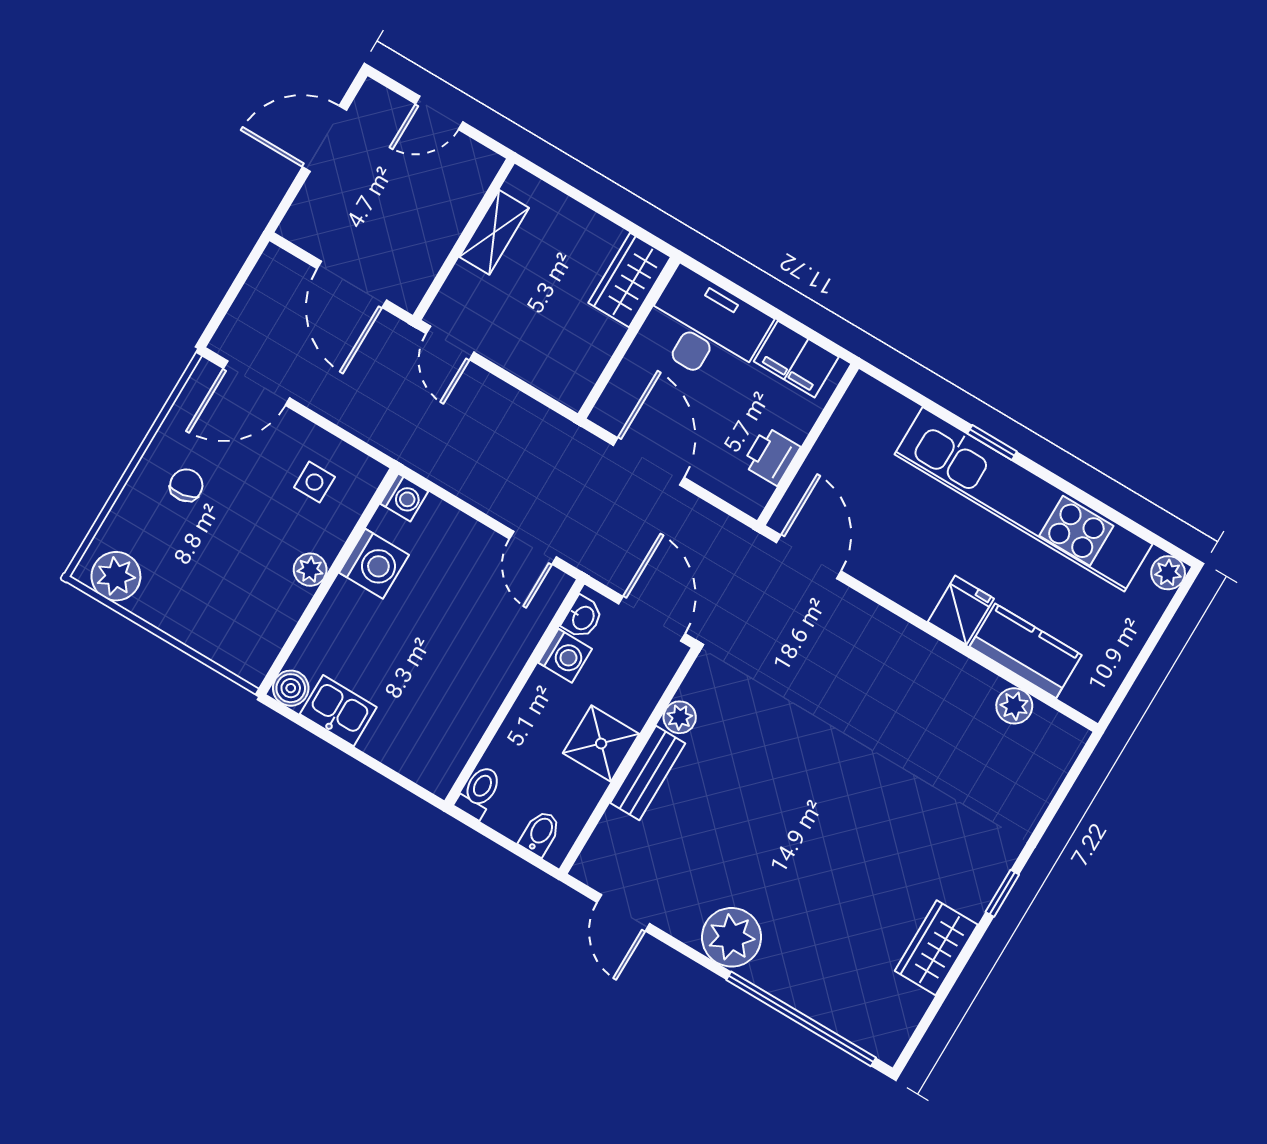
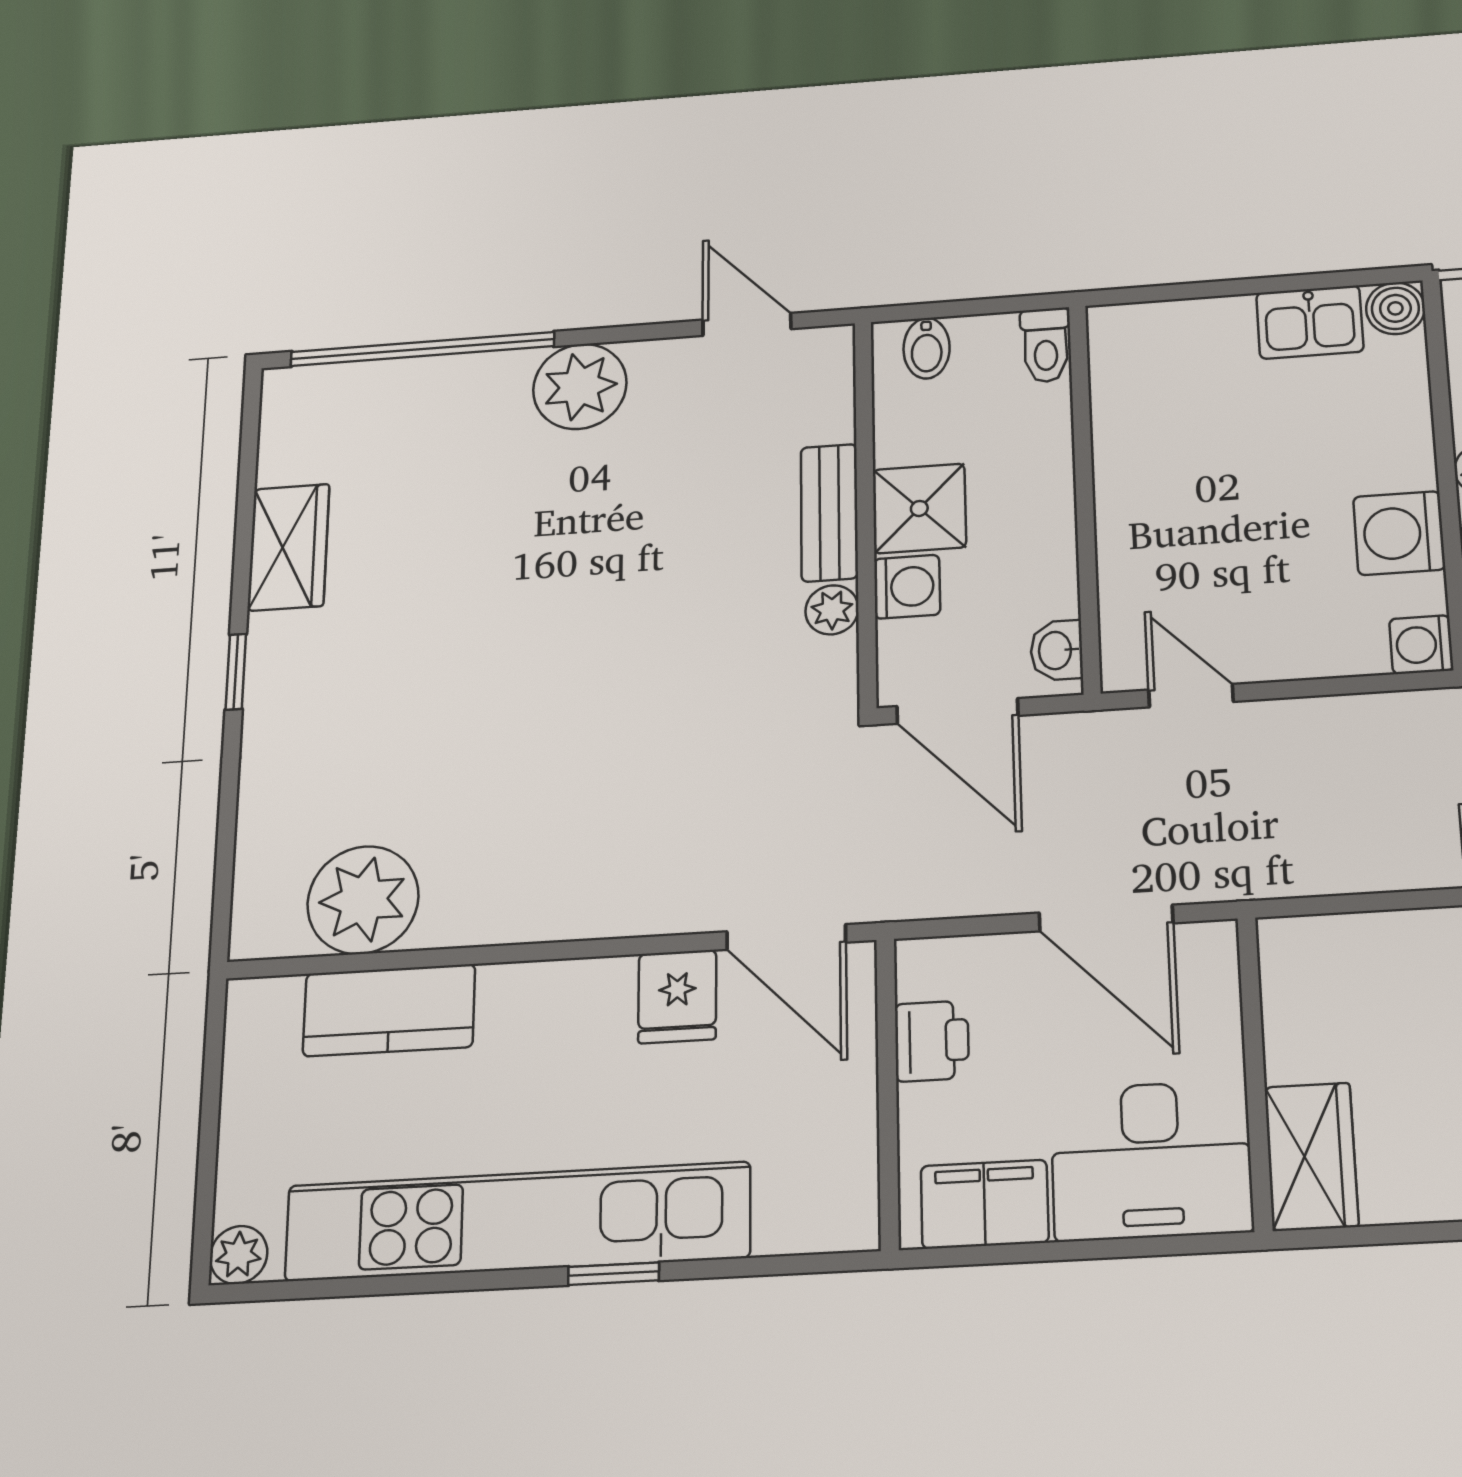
fridge: (961, 610) -> (677, 996), moved
washing machine: (565, 656) -> (907, 587), moved, turned 180
plant: (1014, 706) -> (363, 900), width x1.88, depth x1.88

